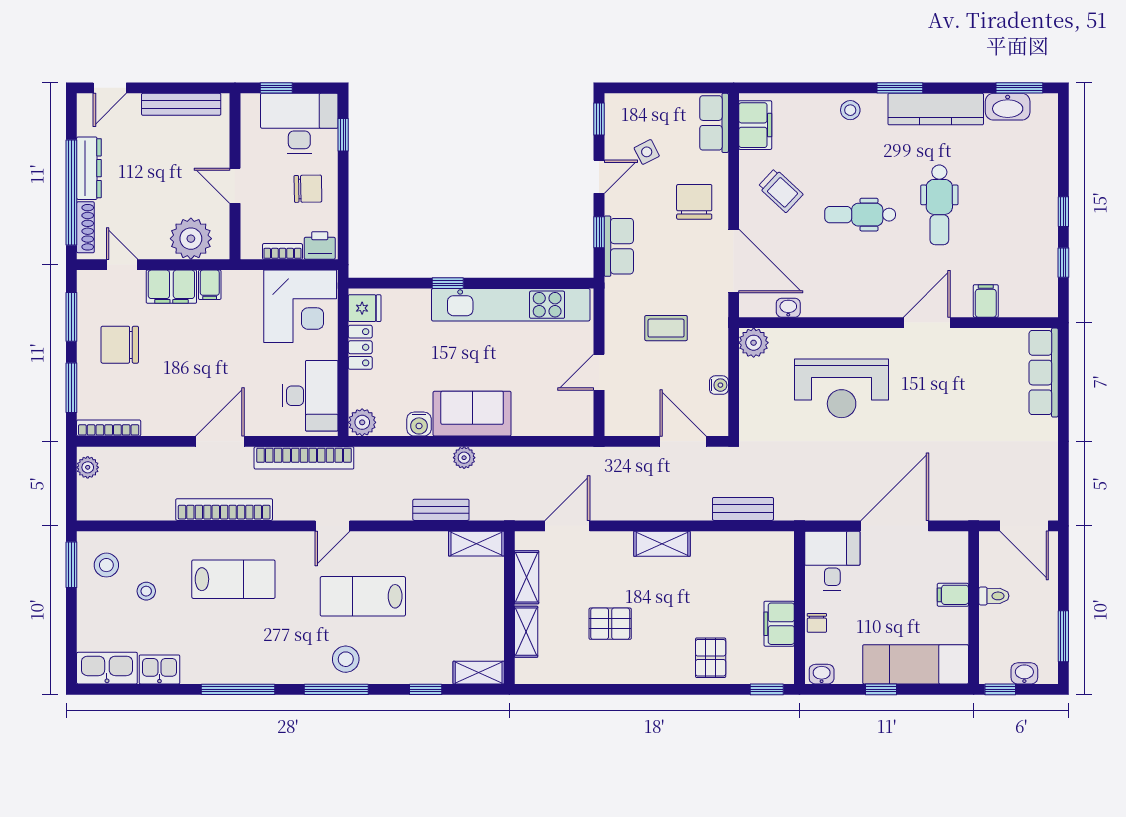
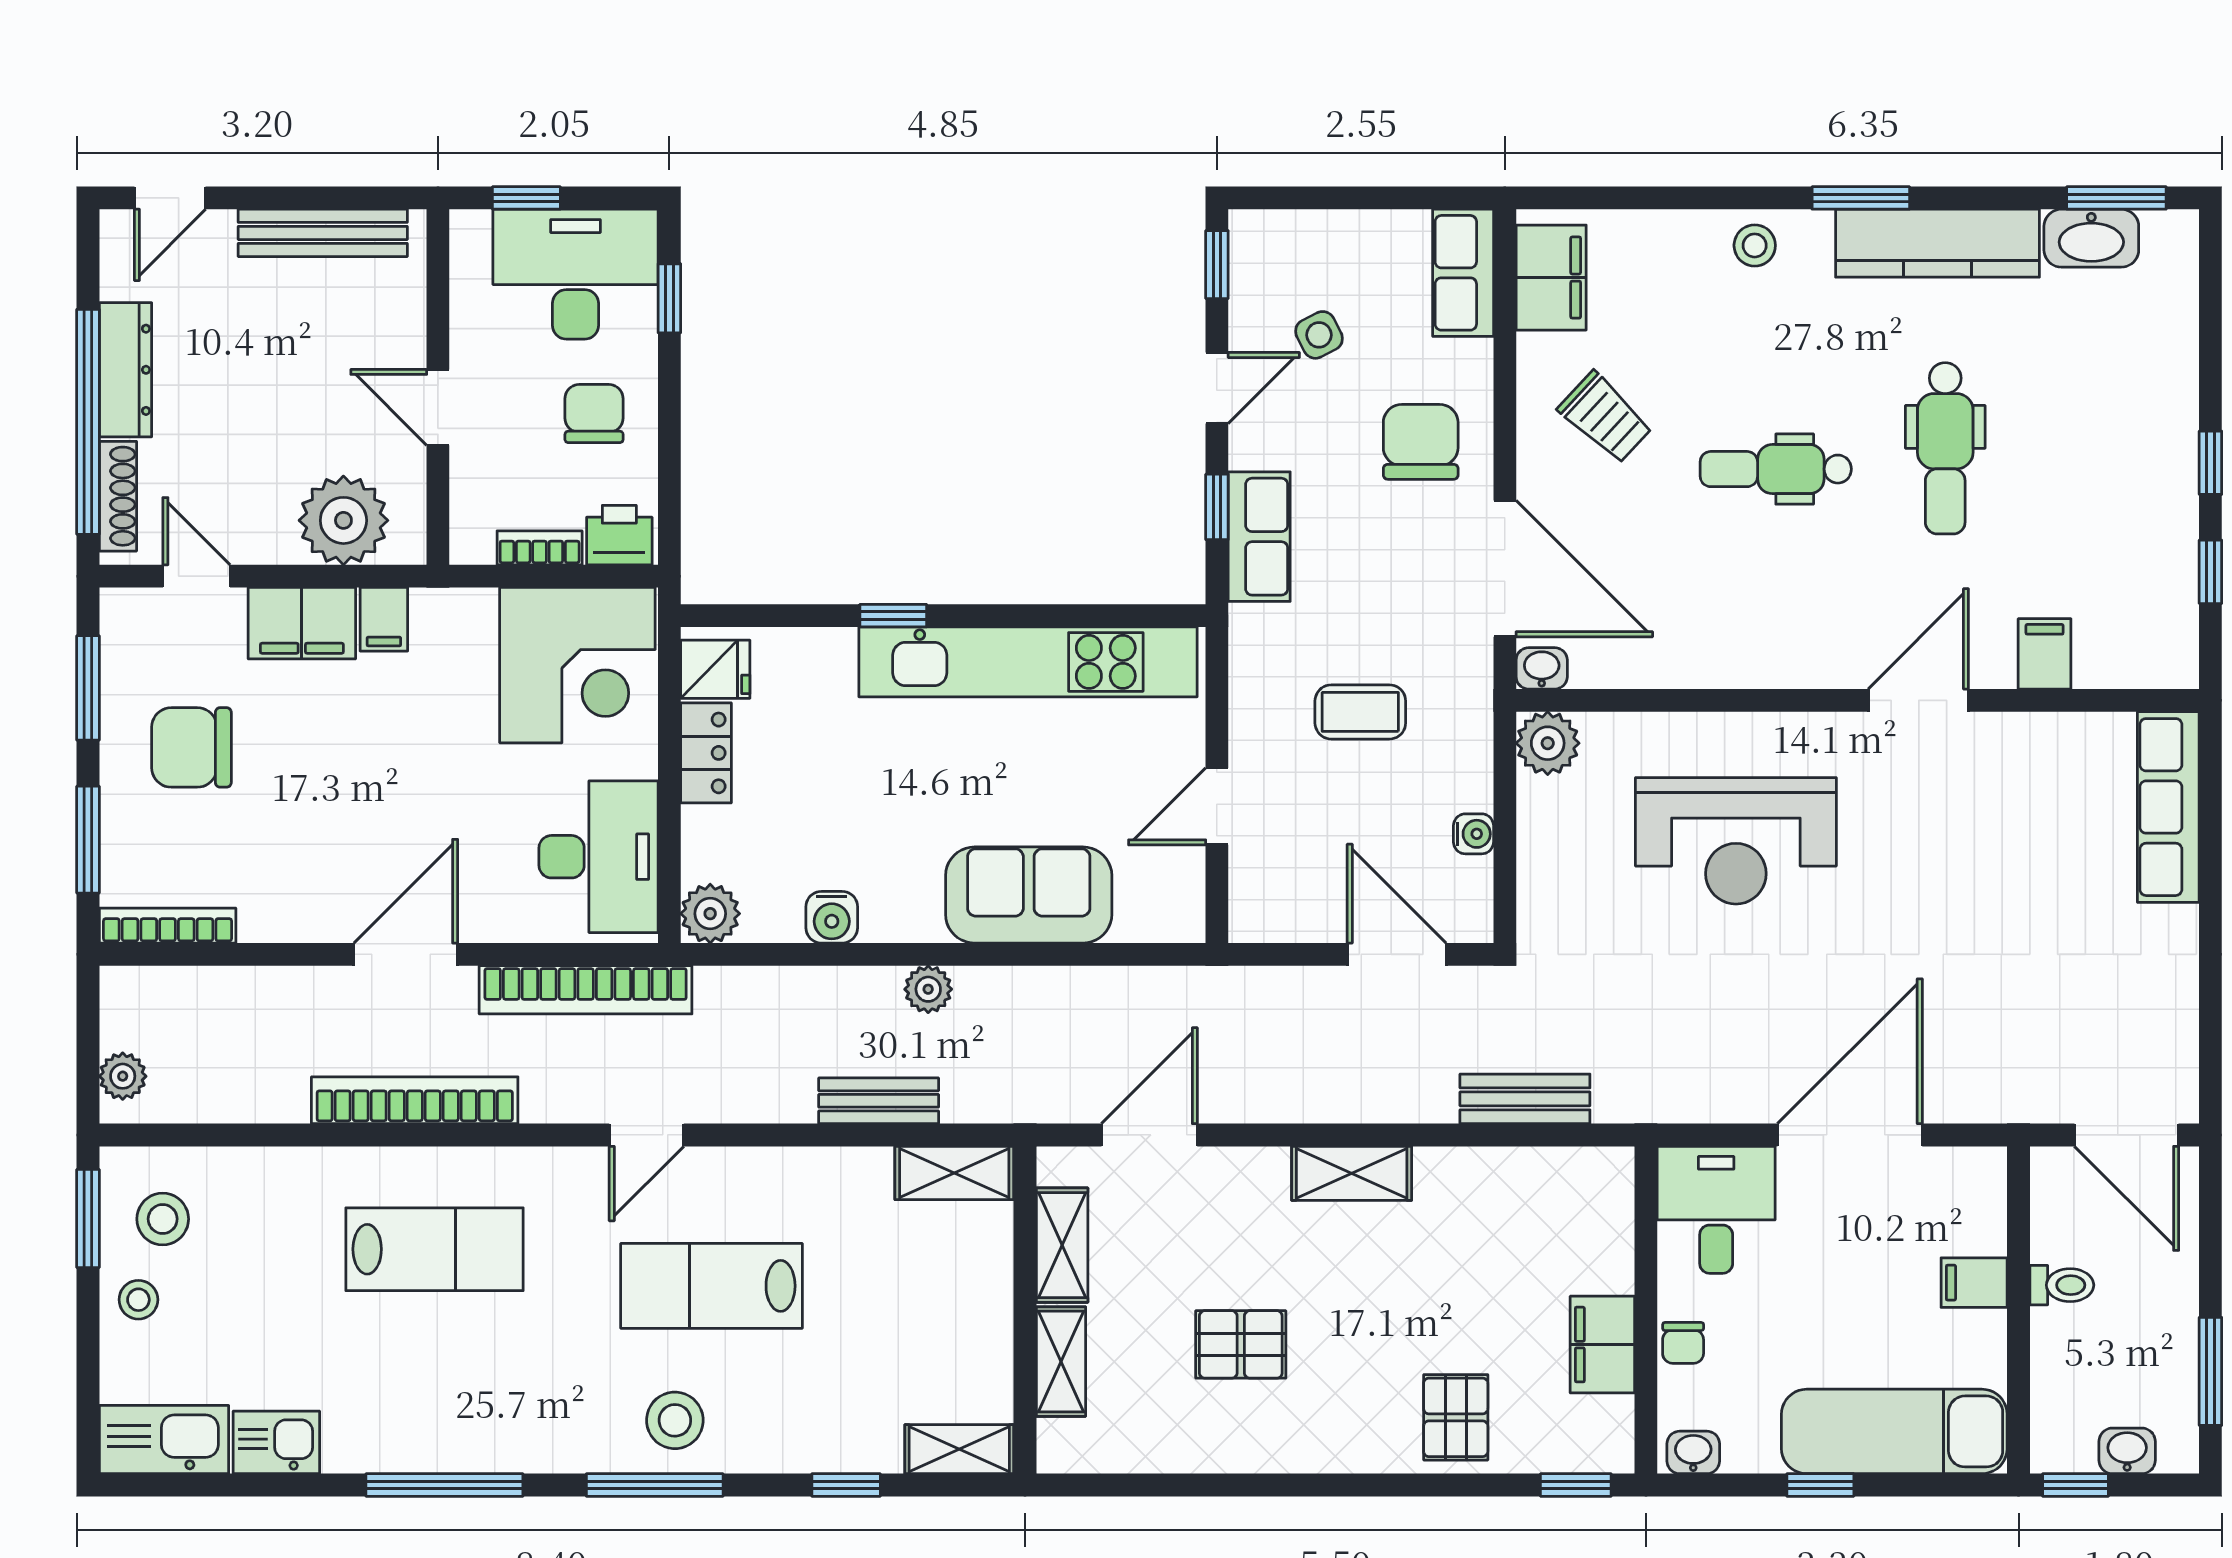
chair: (308, 189) -> (594, 414), turned -89
washbasin: (788, 308) -> (1542, 668), moved
sofa: (472, 414) -> (1029, 895), moved
plant: (88, 467) -> (123, 1076), moved
stool: (146, 591) -> (138, 1300), moved

